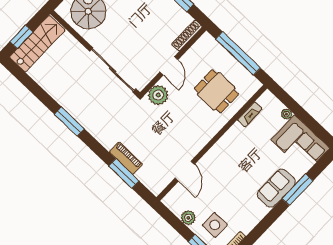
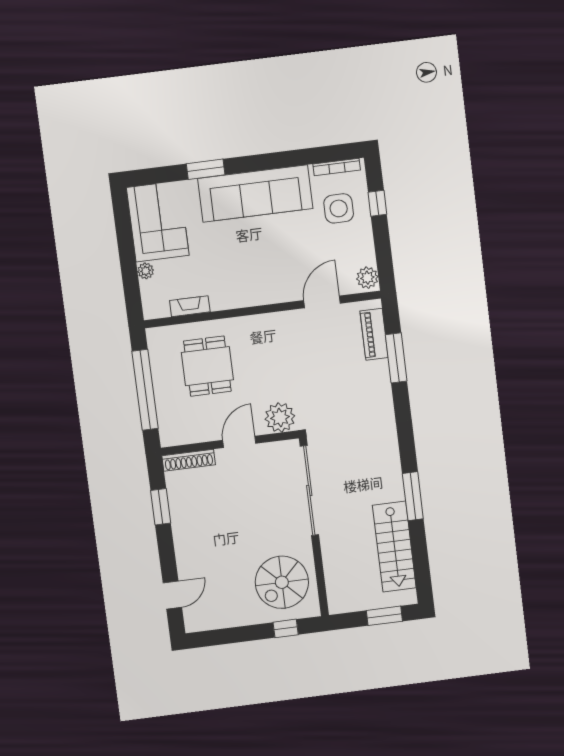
stairs: (37, 44) -> (394, 546), moved, turned -90
window: (69, 122) -> (413, 496), moved
piano: (126, 158) -> (374, 334), moved
sofa: (276, 188) -> (255, 194), width x1.85, depth x1.27
window: (297, 190) -> (206, 169), width x0.69
plant: (188, 218) -> (367, 278), moved

